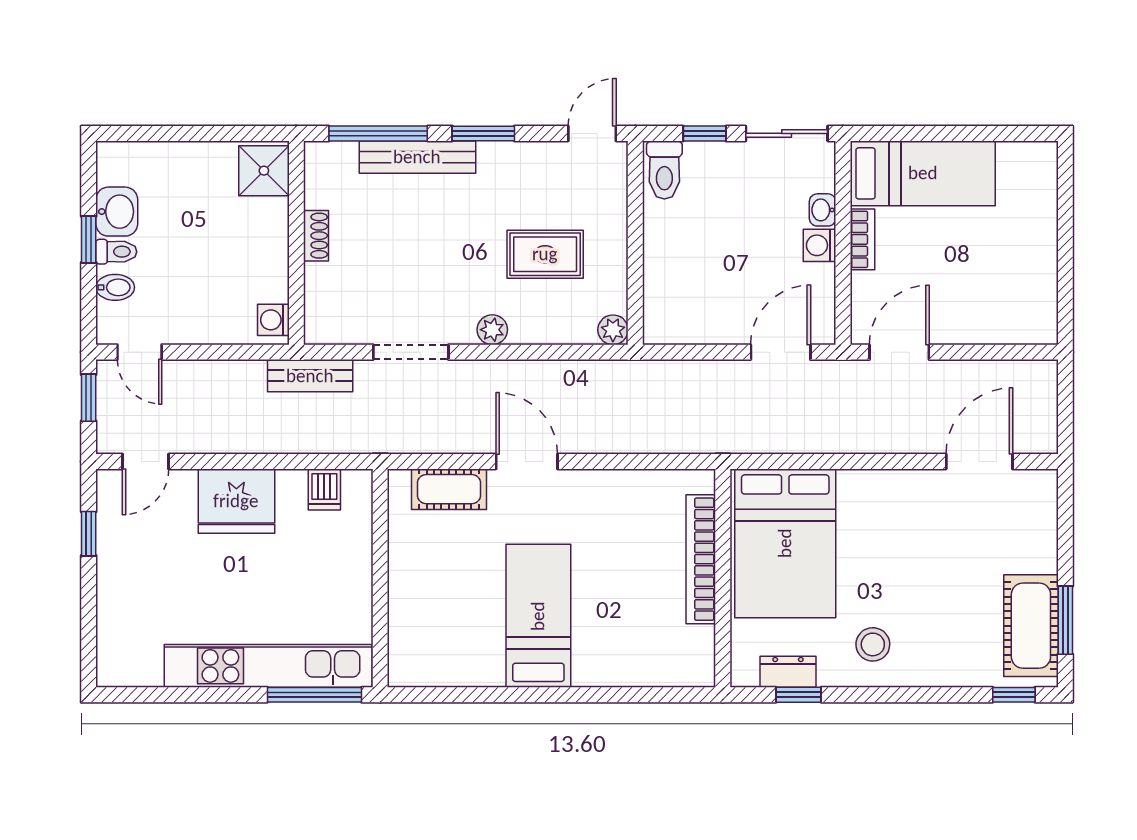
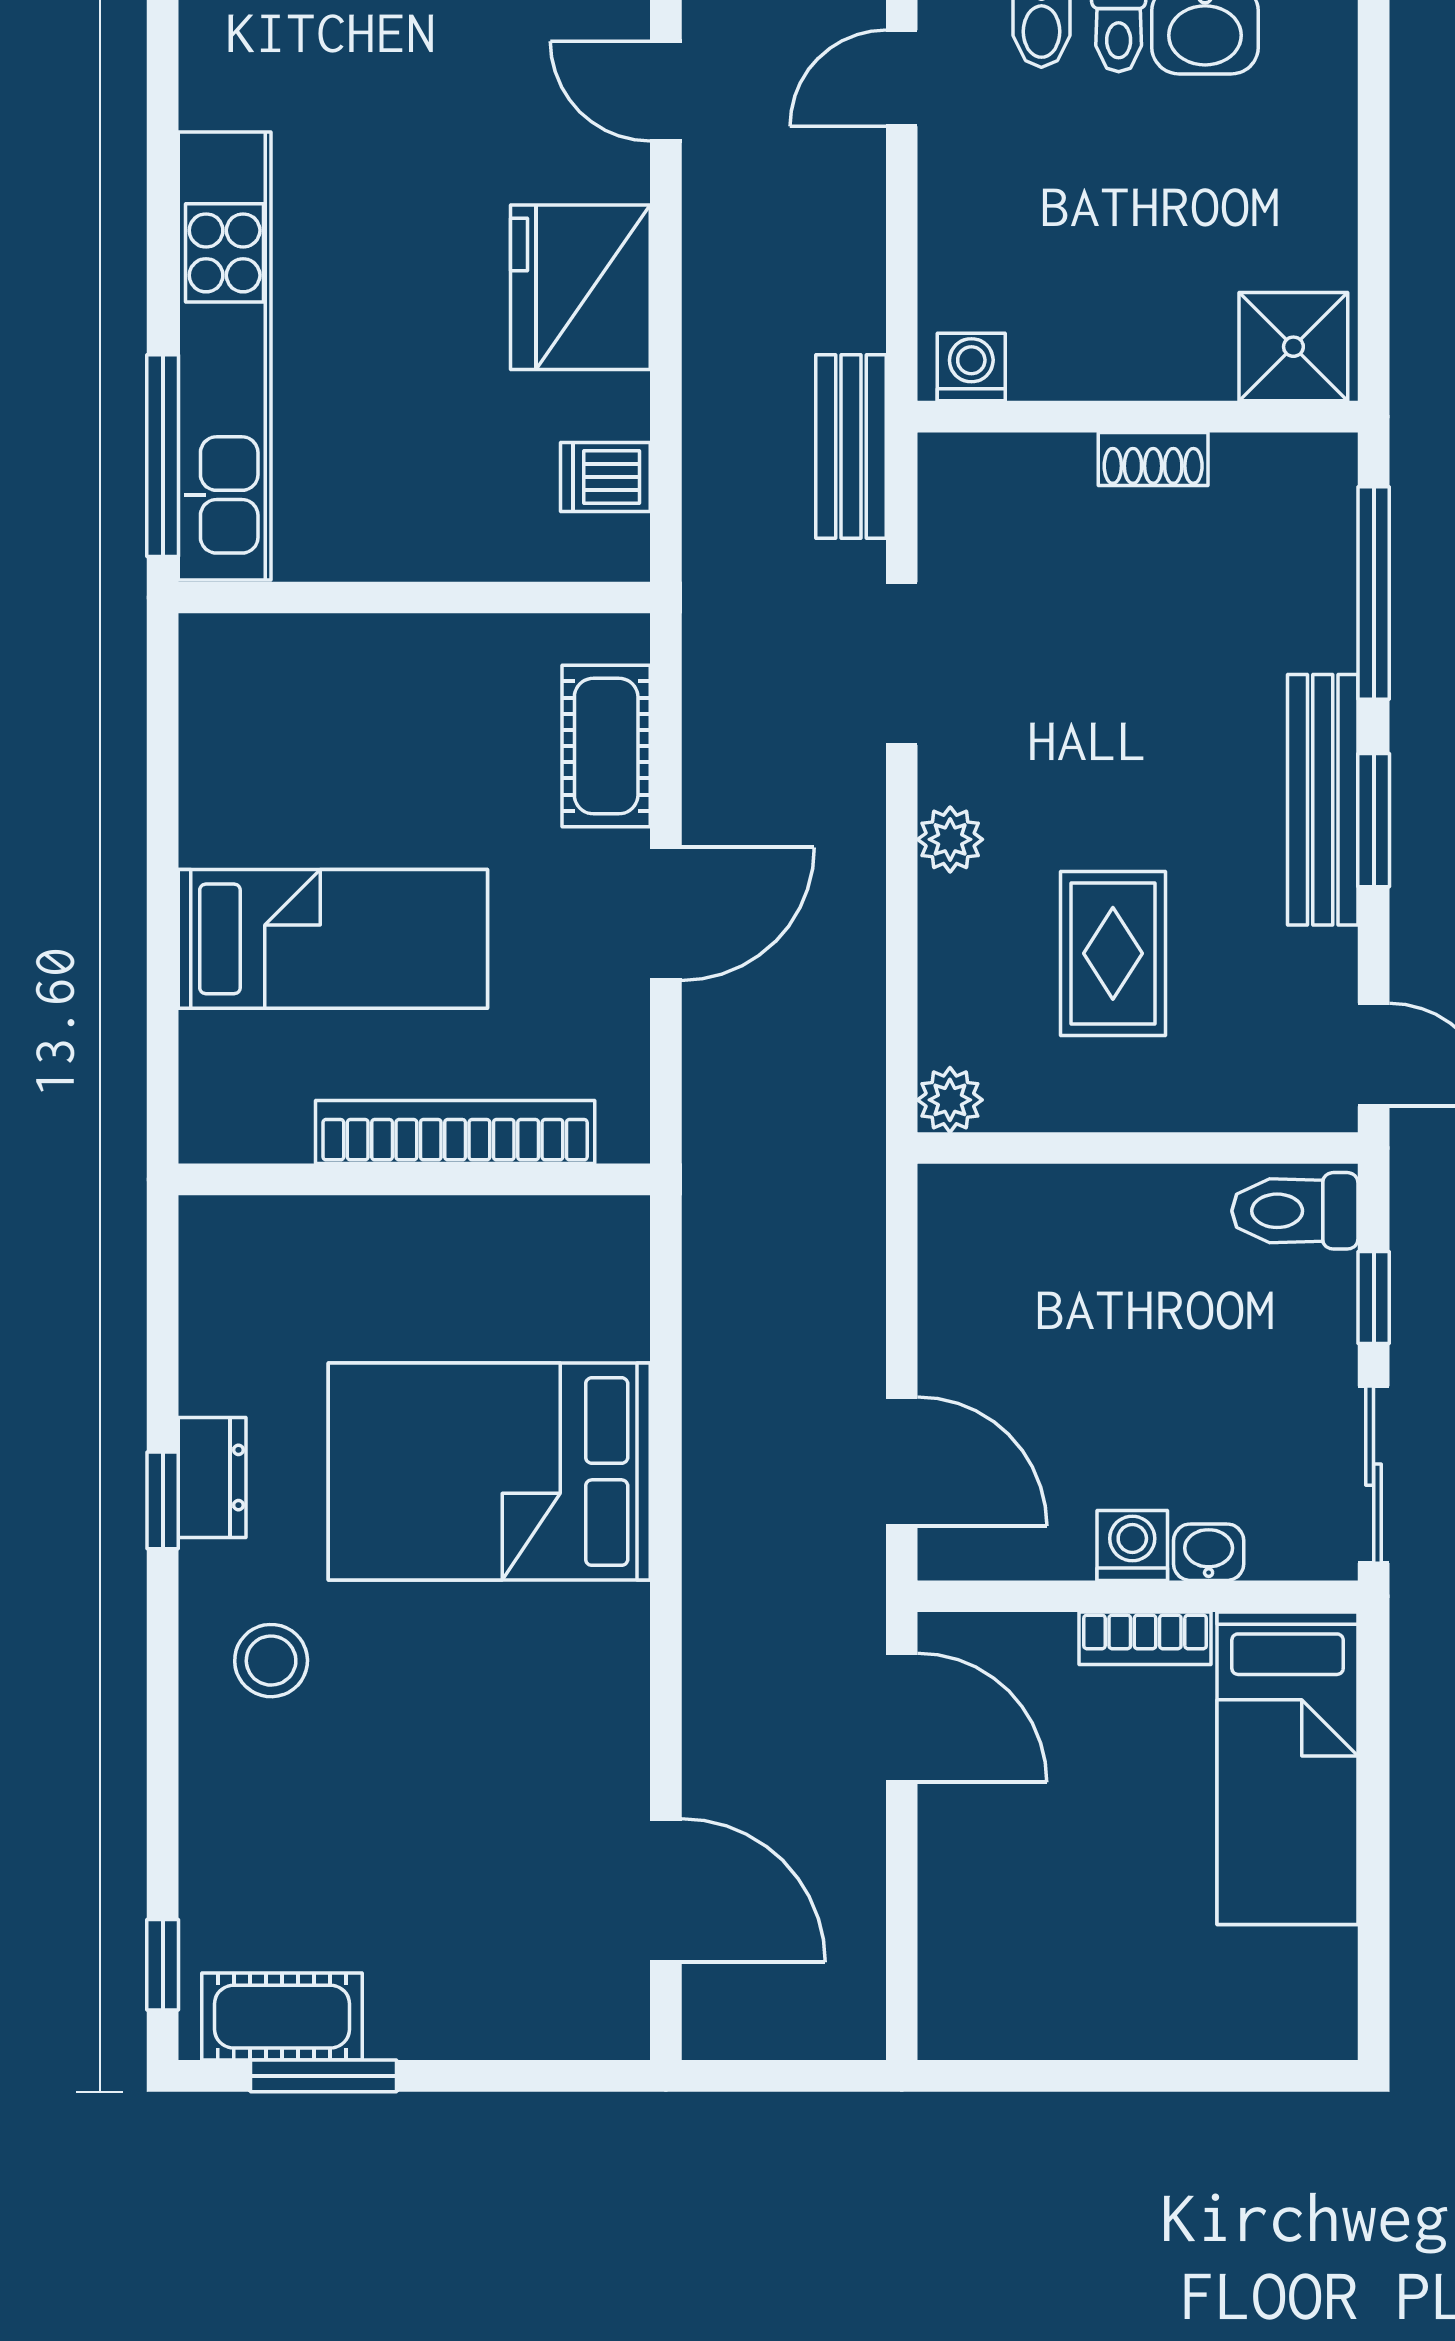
bench: (417, 157) -> (1323, 800), moved
bookcase: (701, 559) -> (455, 1132), moved
wall: (723, 578) -> (414, 1179), moved
cot: (1031, 626) -> (282, 2017), width x0.73, depth x0.75

